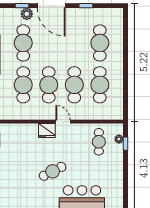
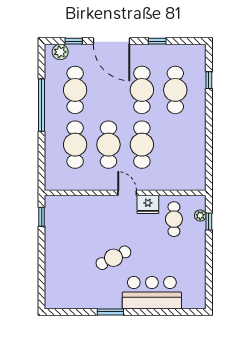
plant: (27, 14) -> (60, 52), moved
window: (126, 35) -> (209, 80), added
cafe table: (100, 85) -> (142, 90), moved
fridge: (47, 130) -> (148, 204), moved

